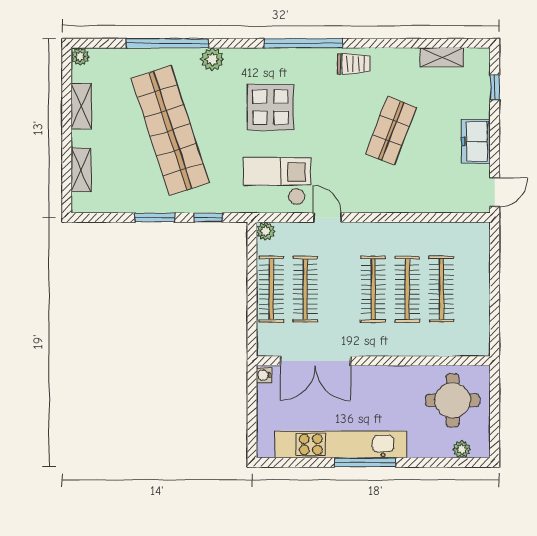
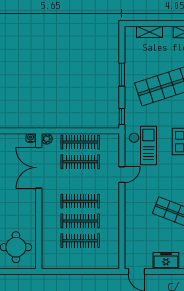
window: (208, 218) -> (122, 116), moved
plant: (266, 231) -> (47, 139), moved

